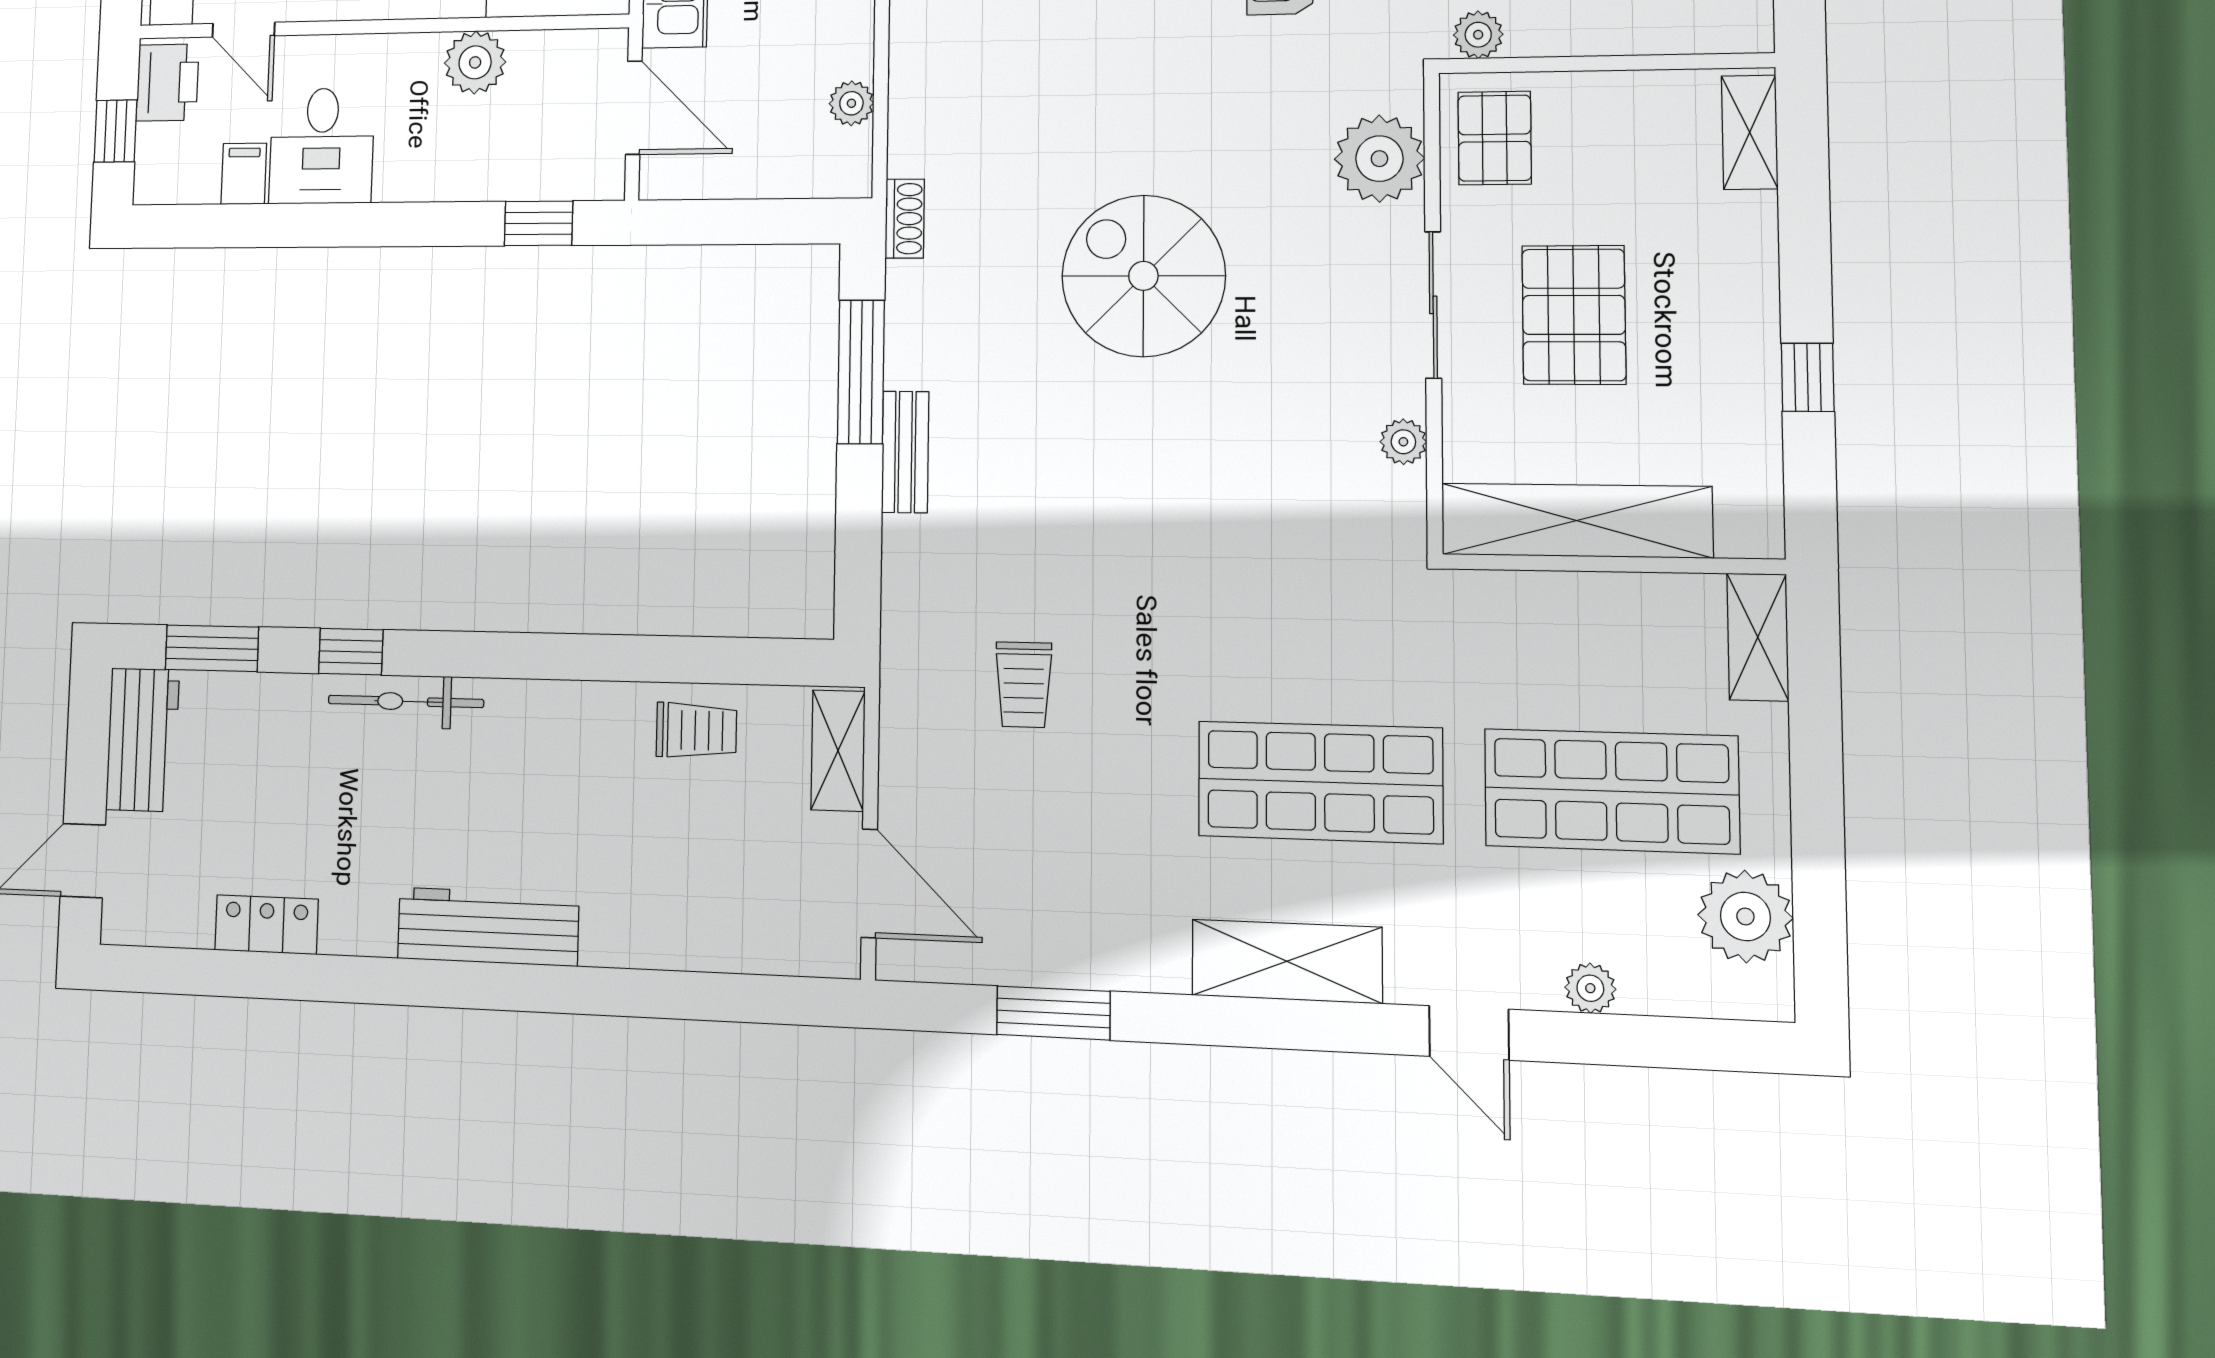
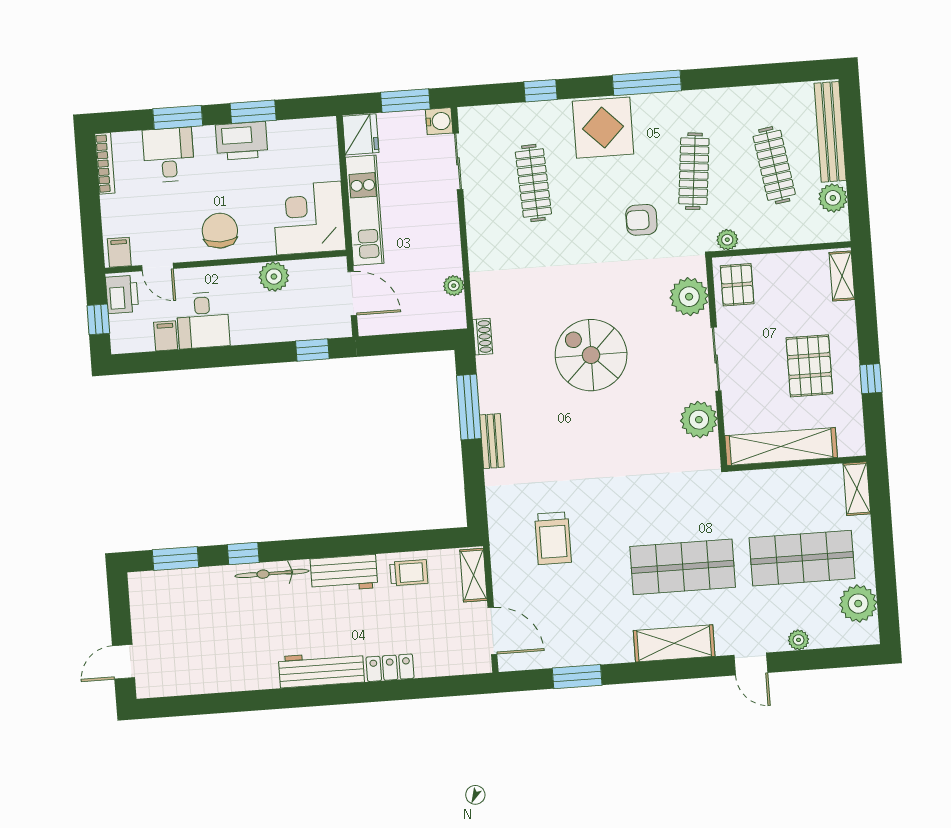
pallet: (1574, 315) -> (809, 366), moved
plant: (1403, 442) -> (699, 420), width x1.88, depth x1.88
trolley: (1024, 685) -> (553, 538), width x1.36, depth x1.39
workbench: (143, 740) -> (344, 573), moved, turned 90
locker: (266, 925) -> (390, 668), moved

